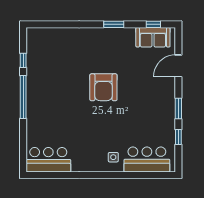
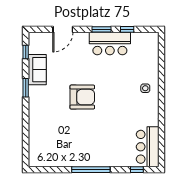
sofa: (153, 37) -> (37, 70), moved
window: (23, 60) -> (137, 170), moved
door: (178, 66) -> (63, 29), hinge flipped
bar counter: (147, 160) -> (110, 44), moved, turned -90

